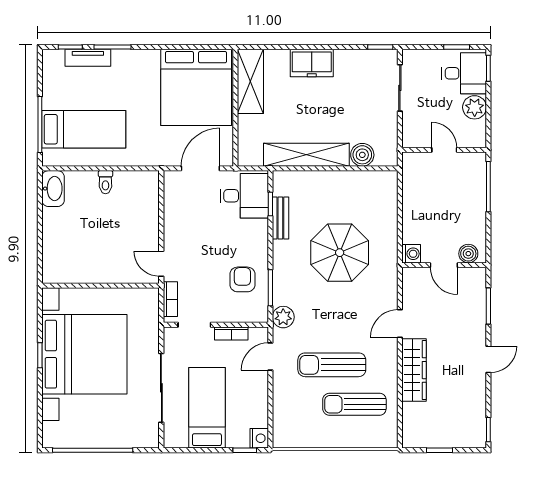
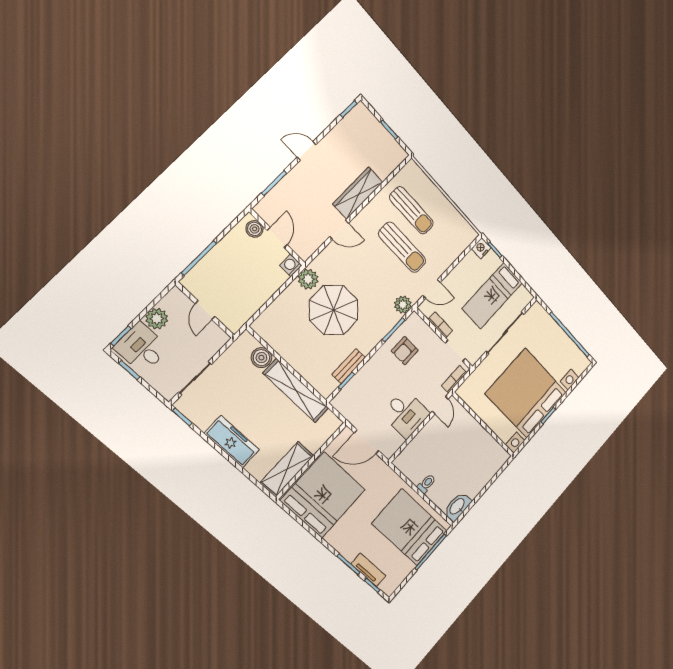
freezer: (312, 63) -> (232, 442), width x1.40
bed: (84, 129) -> (410, 527), width x1.50
desk: (244, 196) -> (406, 414), moved, turned 180
plant: (386, 257) -> (308, 279), added

